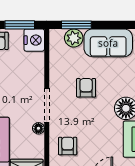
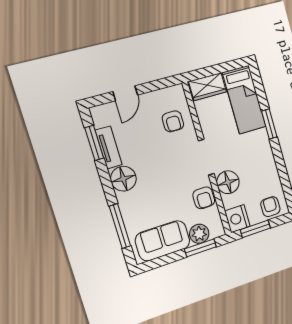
armchair: (86, 88) -> (204, 198), moved
floor lamp: (38, 128) -> (228, 182), moved, width x1.89, depth x1.89

